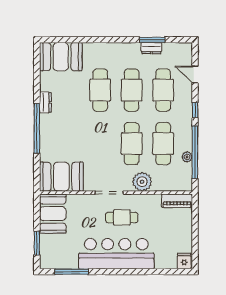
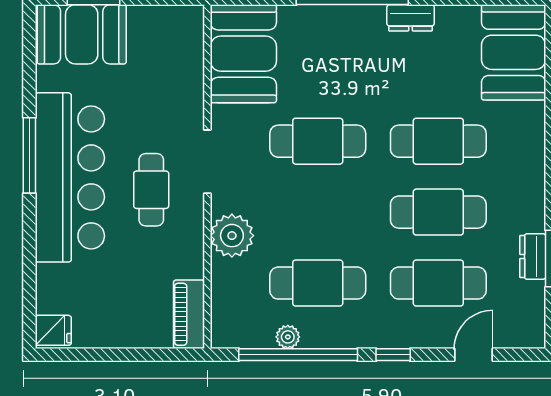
cafe table: (132, 144) -> (318, 141), moved
booth: (53, 214) -> (82, 34), moved
window: (72, 272) -> (29, 155), moved

